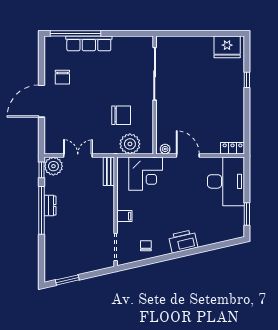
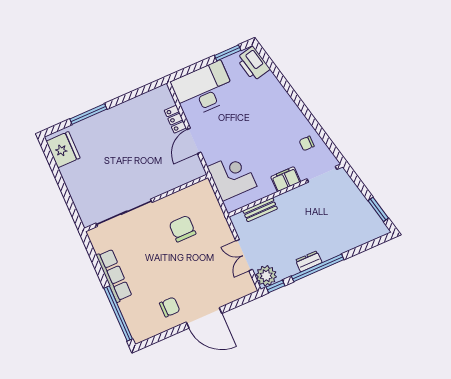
row of seats: (89, 43) -> (114, 276), moved
window: (247, 80) -> (88, 114), width x2.17
plant: (130, 144) -> (208, 206), removed
locker: (233, 148) -> (175, 119), moved
plant: (165, 149) -> (197, 167), removed
bench: (109, 171) -> (260, 210), moved
filing cabinet: (124, 216) -> (286, 179), width x2.00
printer: (183, 241) -> (253, 64), moved

